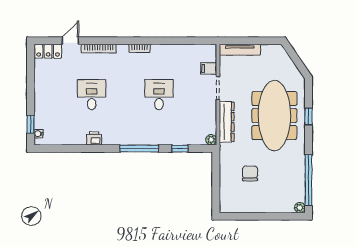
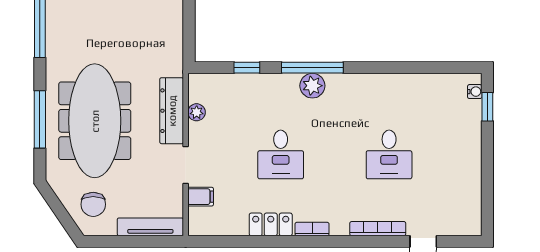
locker: (48, 51) -> (271, 224), moved
window: (308, 116) -> (40, 119), width x2.17
plant: (139, 137) -> (312, 86), added
printer: (94, 138) -> (385, 84), removed
plant: (211, 140) -> (197, 112), moved
chair: (250, 173) -> (93, 204), moved

